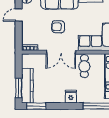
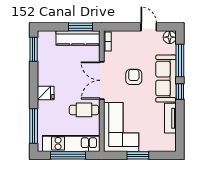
kitchen counter: (27, 86) -> (78, 38), moved
window: (19, 88) -> (81, 27), moved

